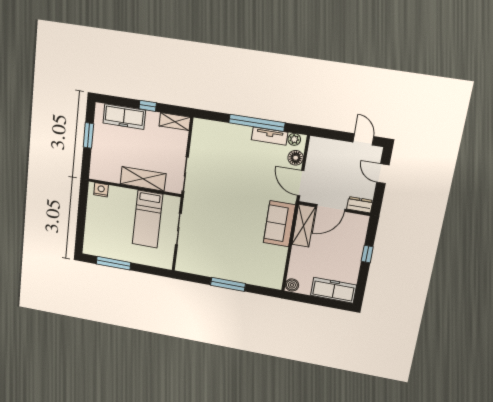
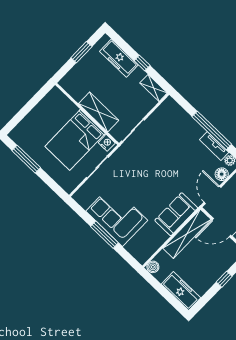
nightstand: (101, 190) -> (107, 143), moved
bed: (148, 219) -> (75, 140), width x1.50
shelving: (304, 226) -> (187, 234), width x1.47
corner sofa: (227, 261) -> (117, 216), added

